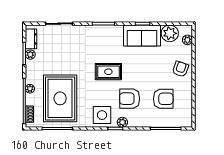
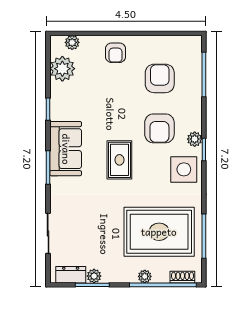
sofa: (142, 35) -> (66, 149), moved
armchair: (180, 69) -> (115, 53), turned -109

